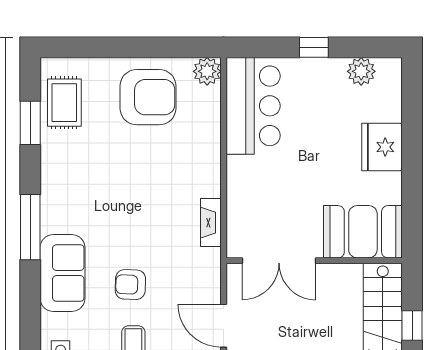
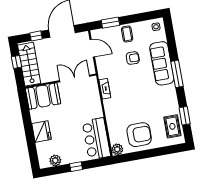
armchair: (148, 97) -> (139, 135), turned 180
sofa: (62, 273) -> (162, 63), width x1.36

